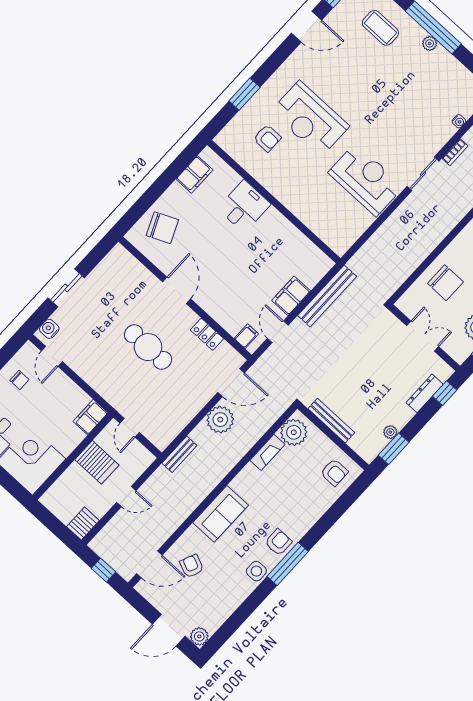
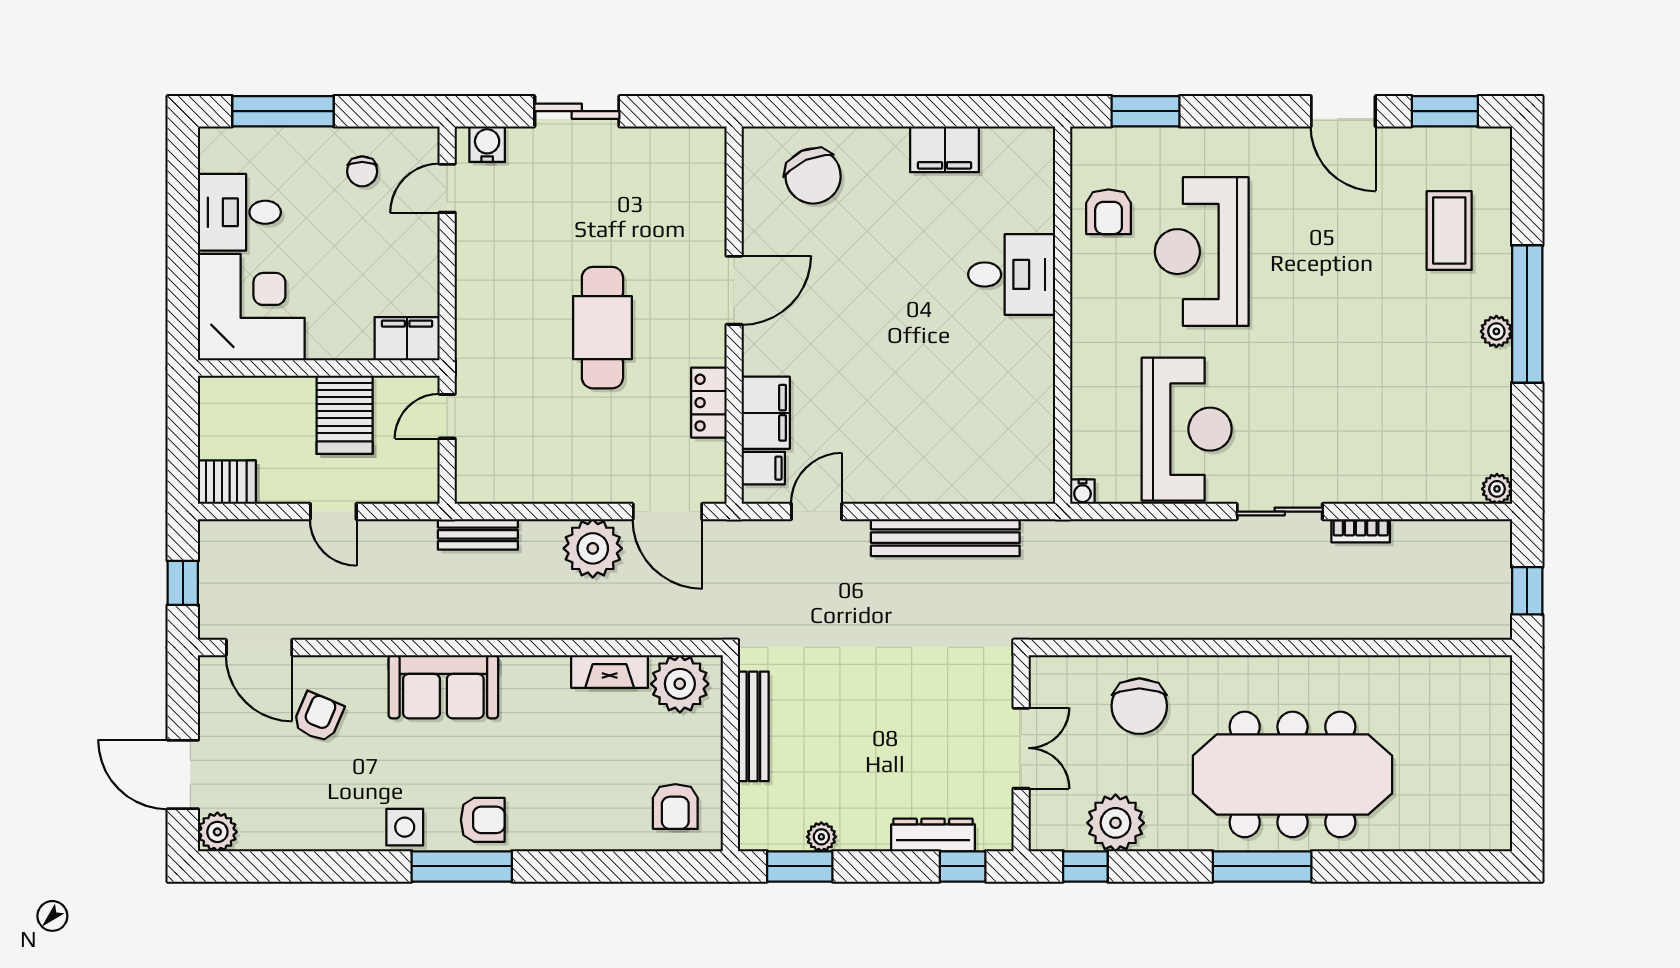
water cooler: (459, 121) -> (1082, 492), moved
wall: (274, 202) -> (1063, 315), moved
desk: (244, 206) -> (1012, 274), moved
filing cabinet: (291, 296) -> (766, 413), moved, turned 90

